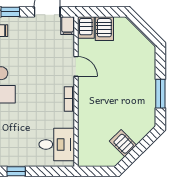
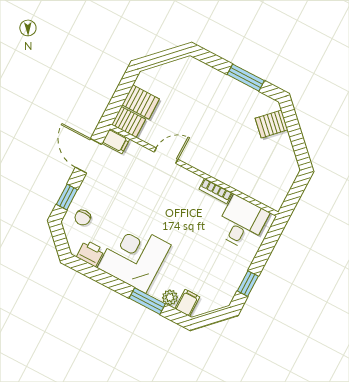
bookcase: (69, 99) -> (216, 191), moved
server rack: (123, 143) -> (271, 124), moved

